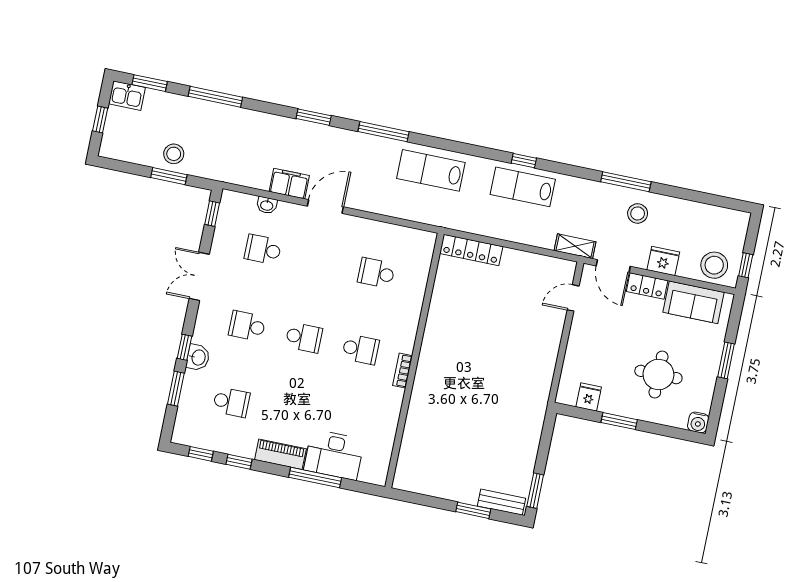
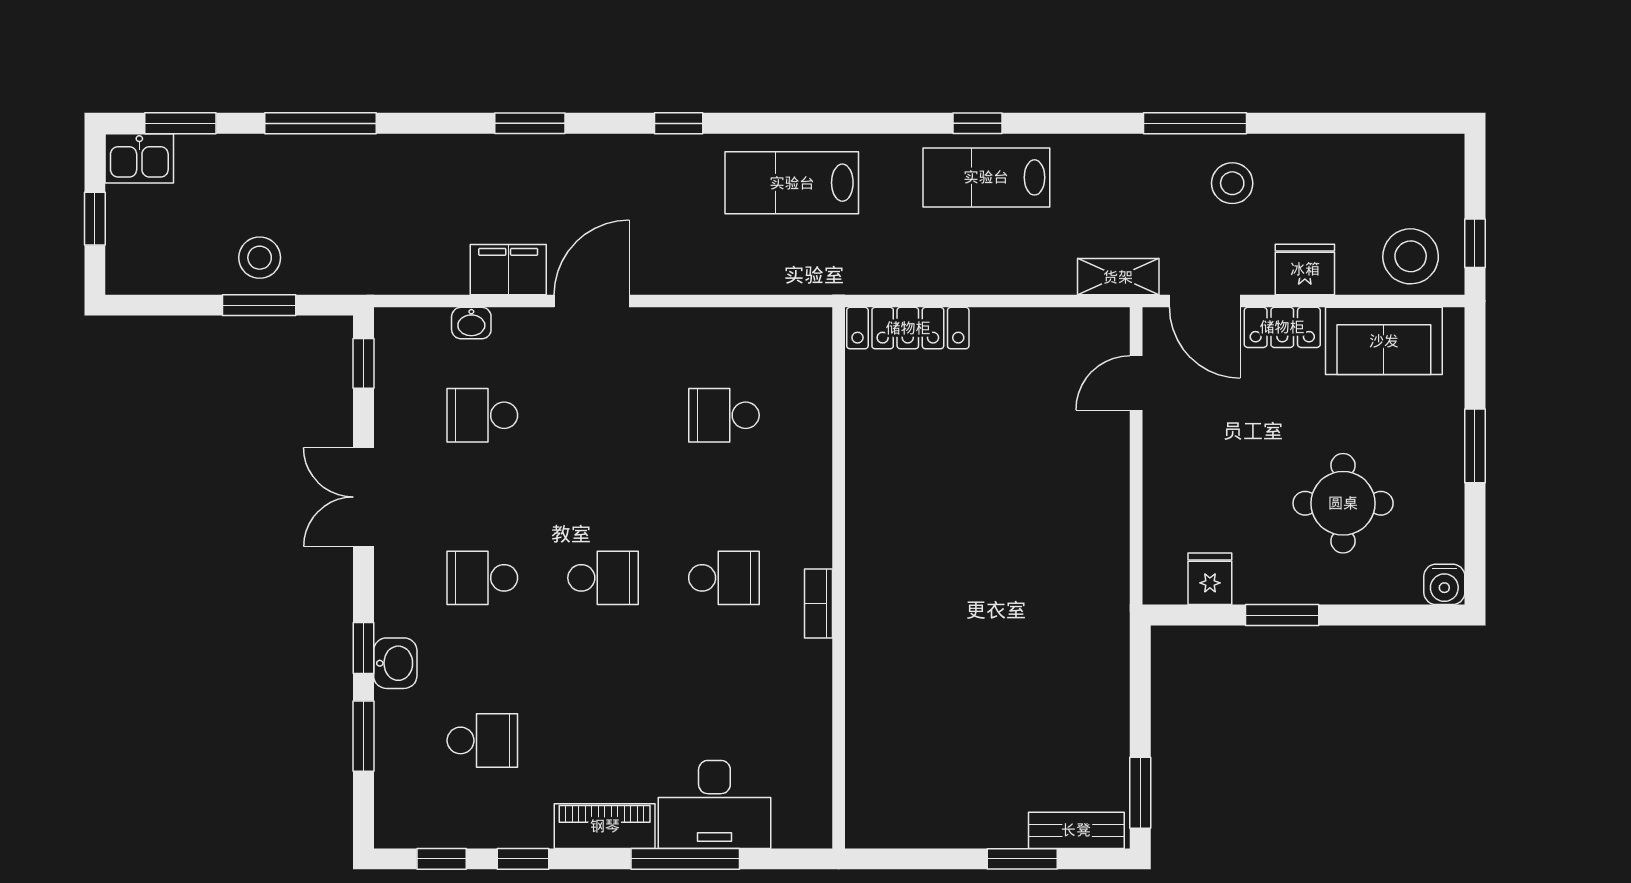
window: (384, 132) -> (679, 123), width x0.46

